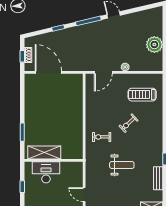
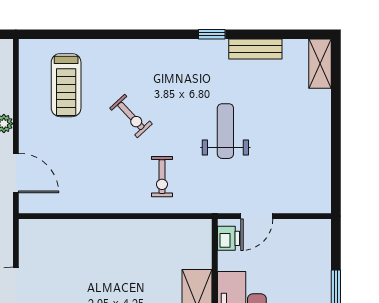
printer: (74, 166) -> (229, 238), added
door: (84, 195) -> (257, 216), moved

